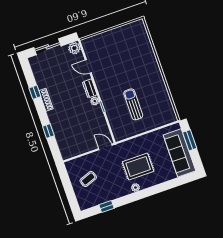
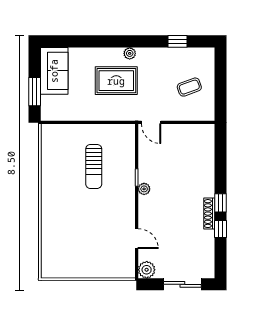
dresser: (90, 88) -> (145, 208), removed
window: (48, 131) -> (221, 203), moved
sofa: (179, 153) -> (54, 71), width x0.73

